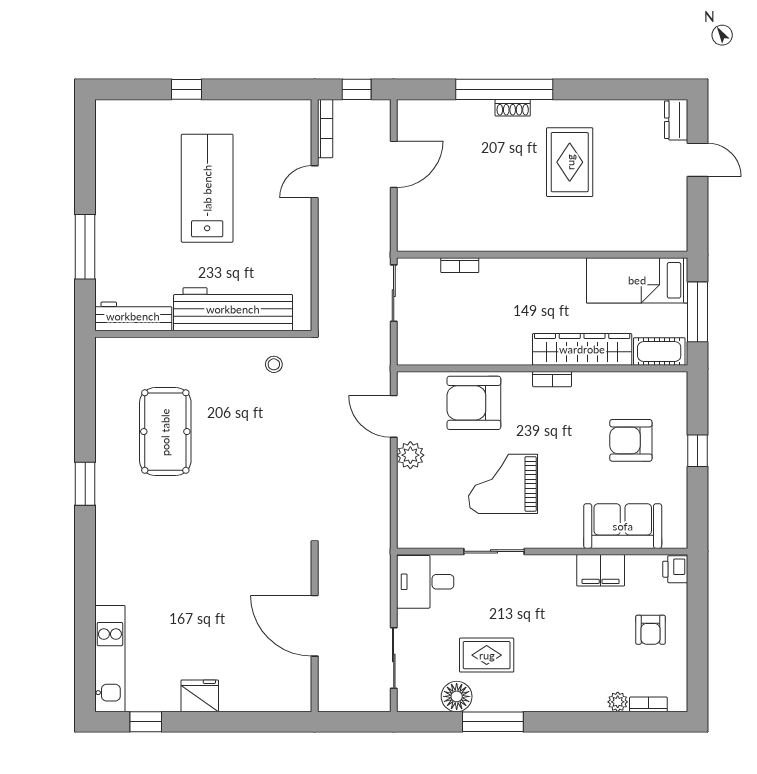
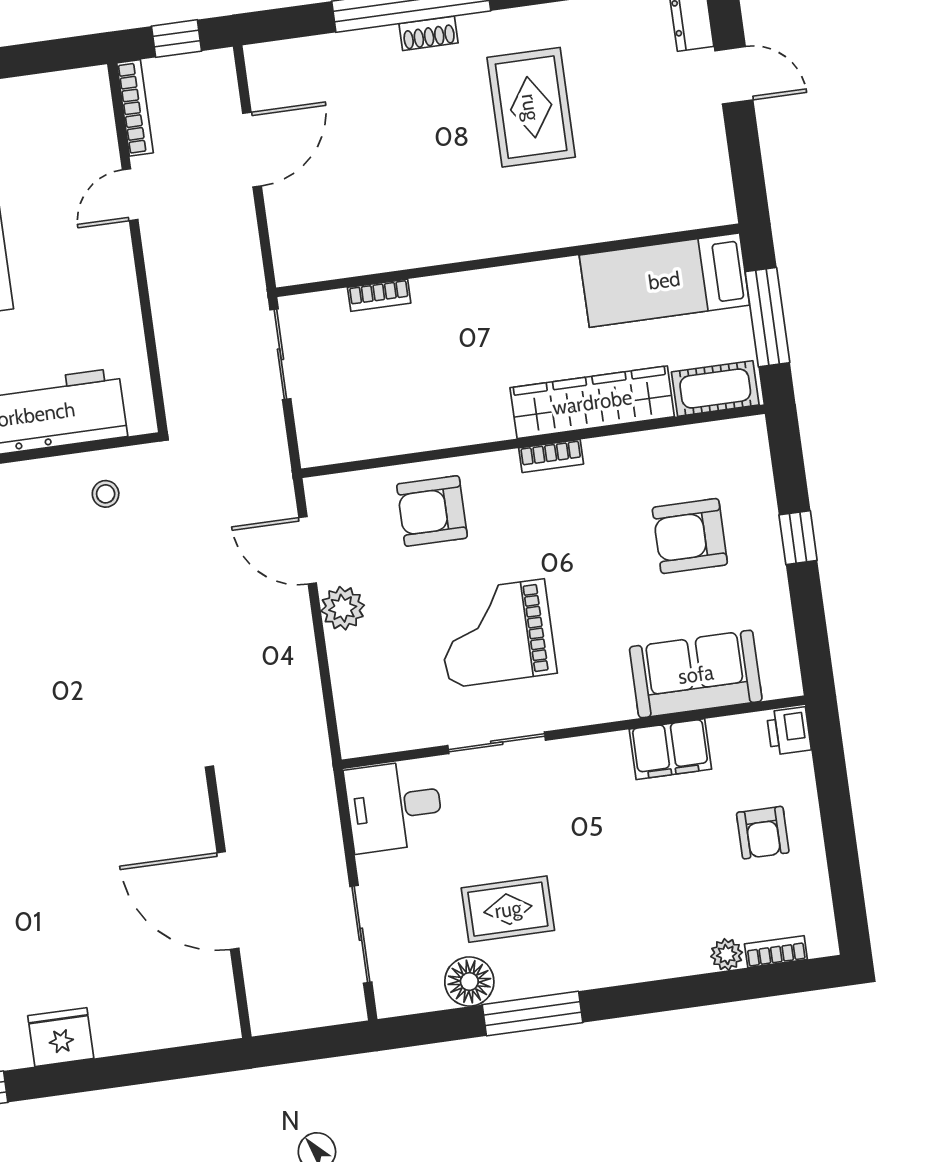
armchair: (474, 403) -> (432, 511), width x0.73, depth x0.73

